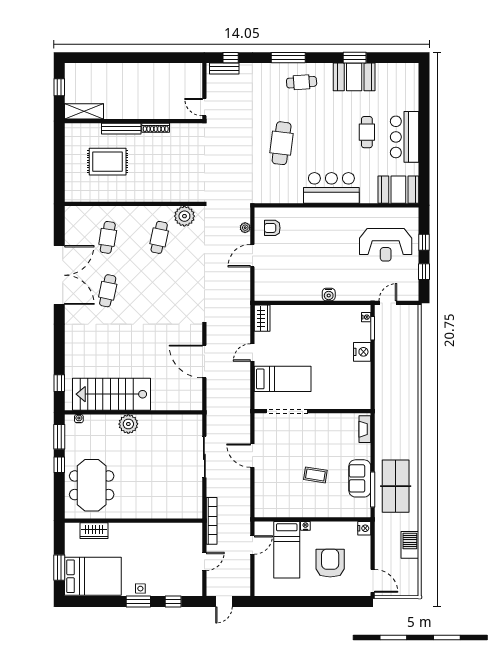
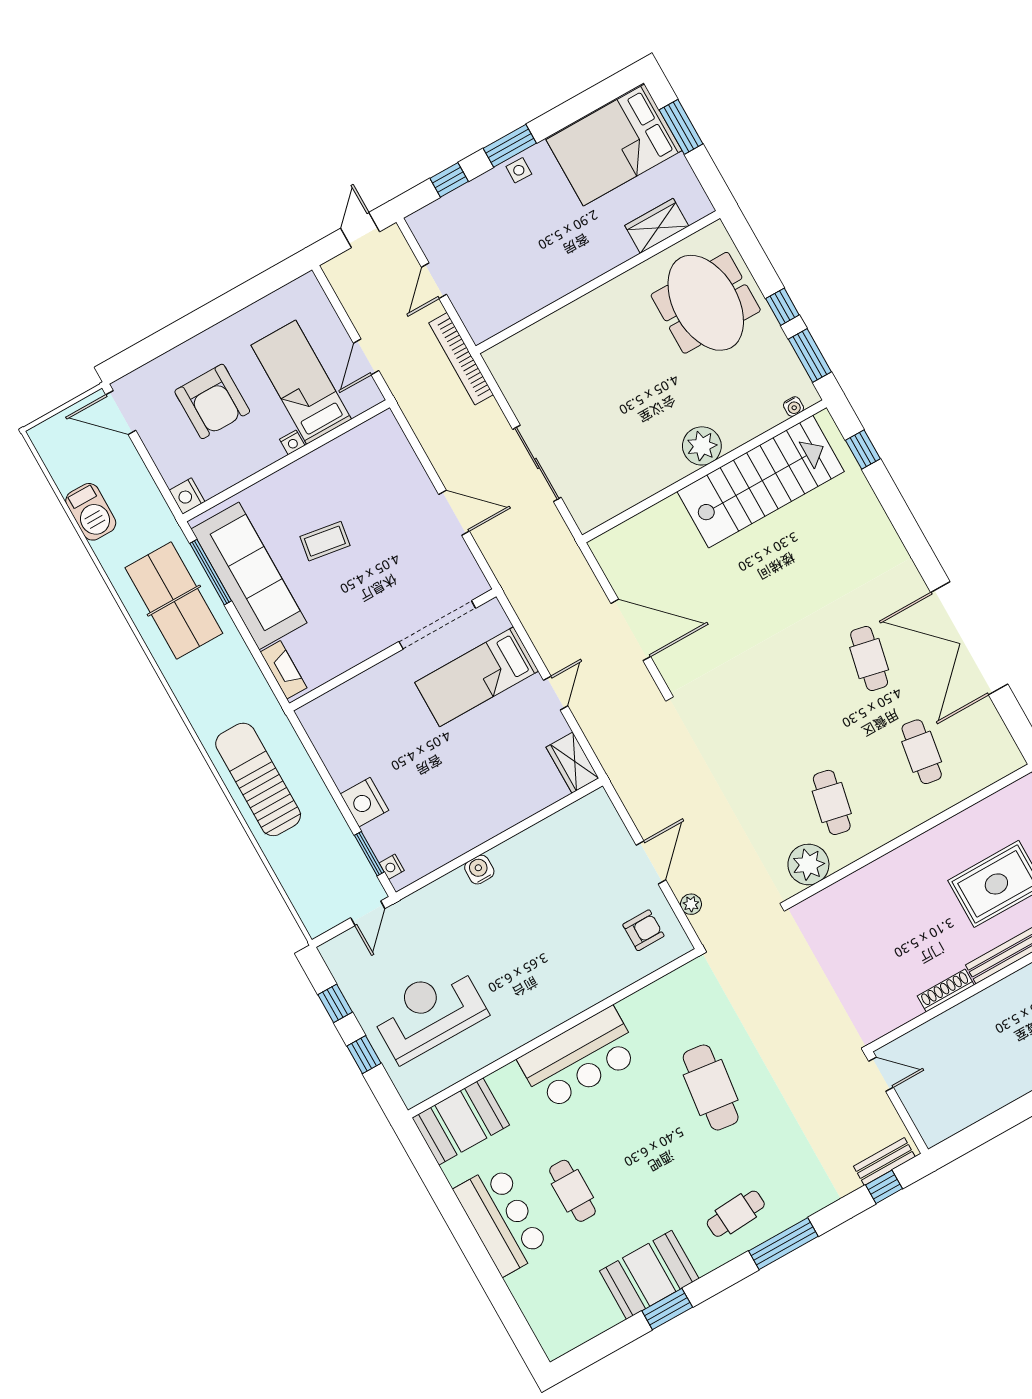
sun lounger: (403, 388) -> (258, 779), added
sofa: (360, 478) -> (249, 576), width x1.85, depth x1.27

